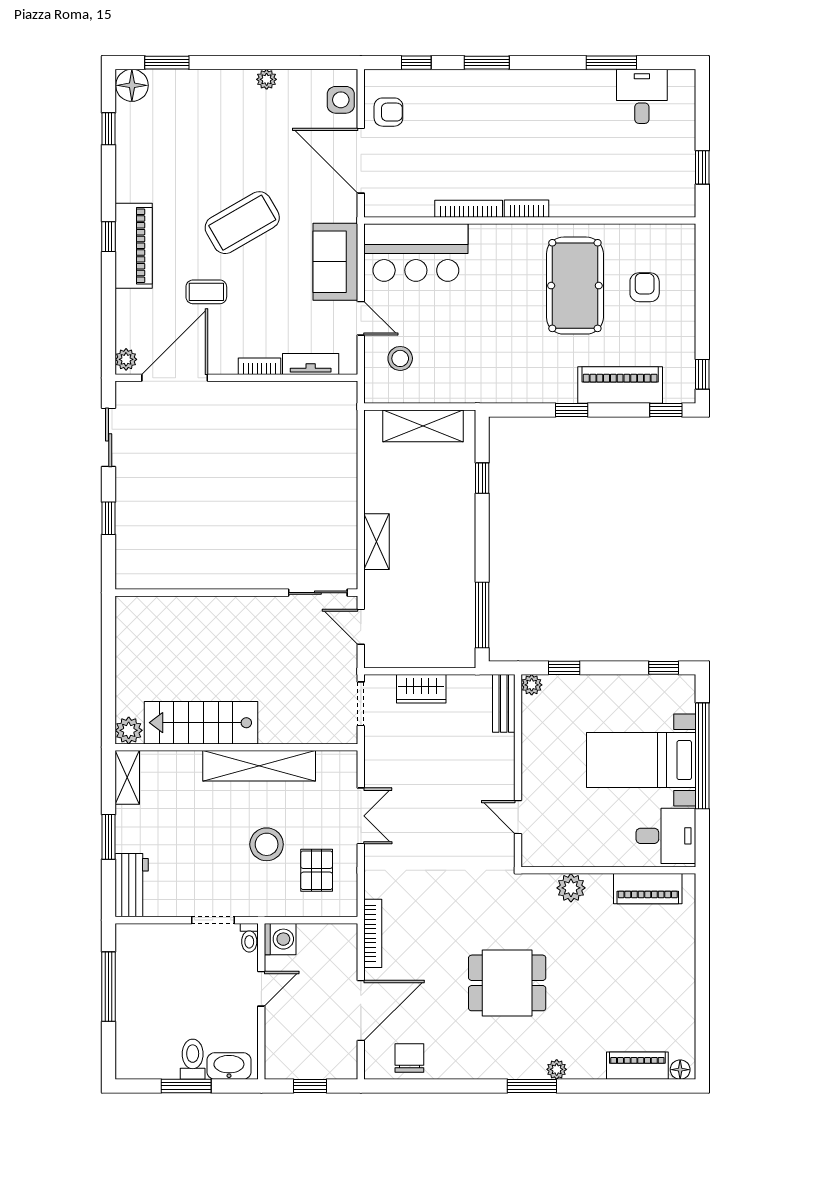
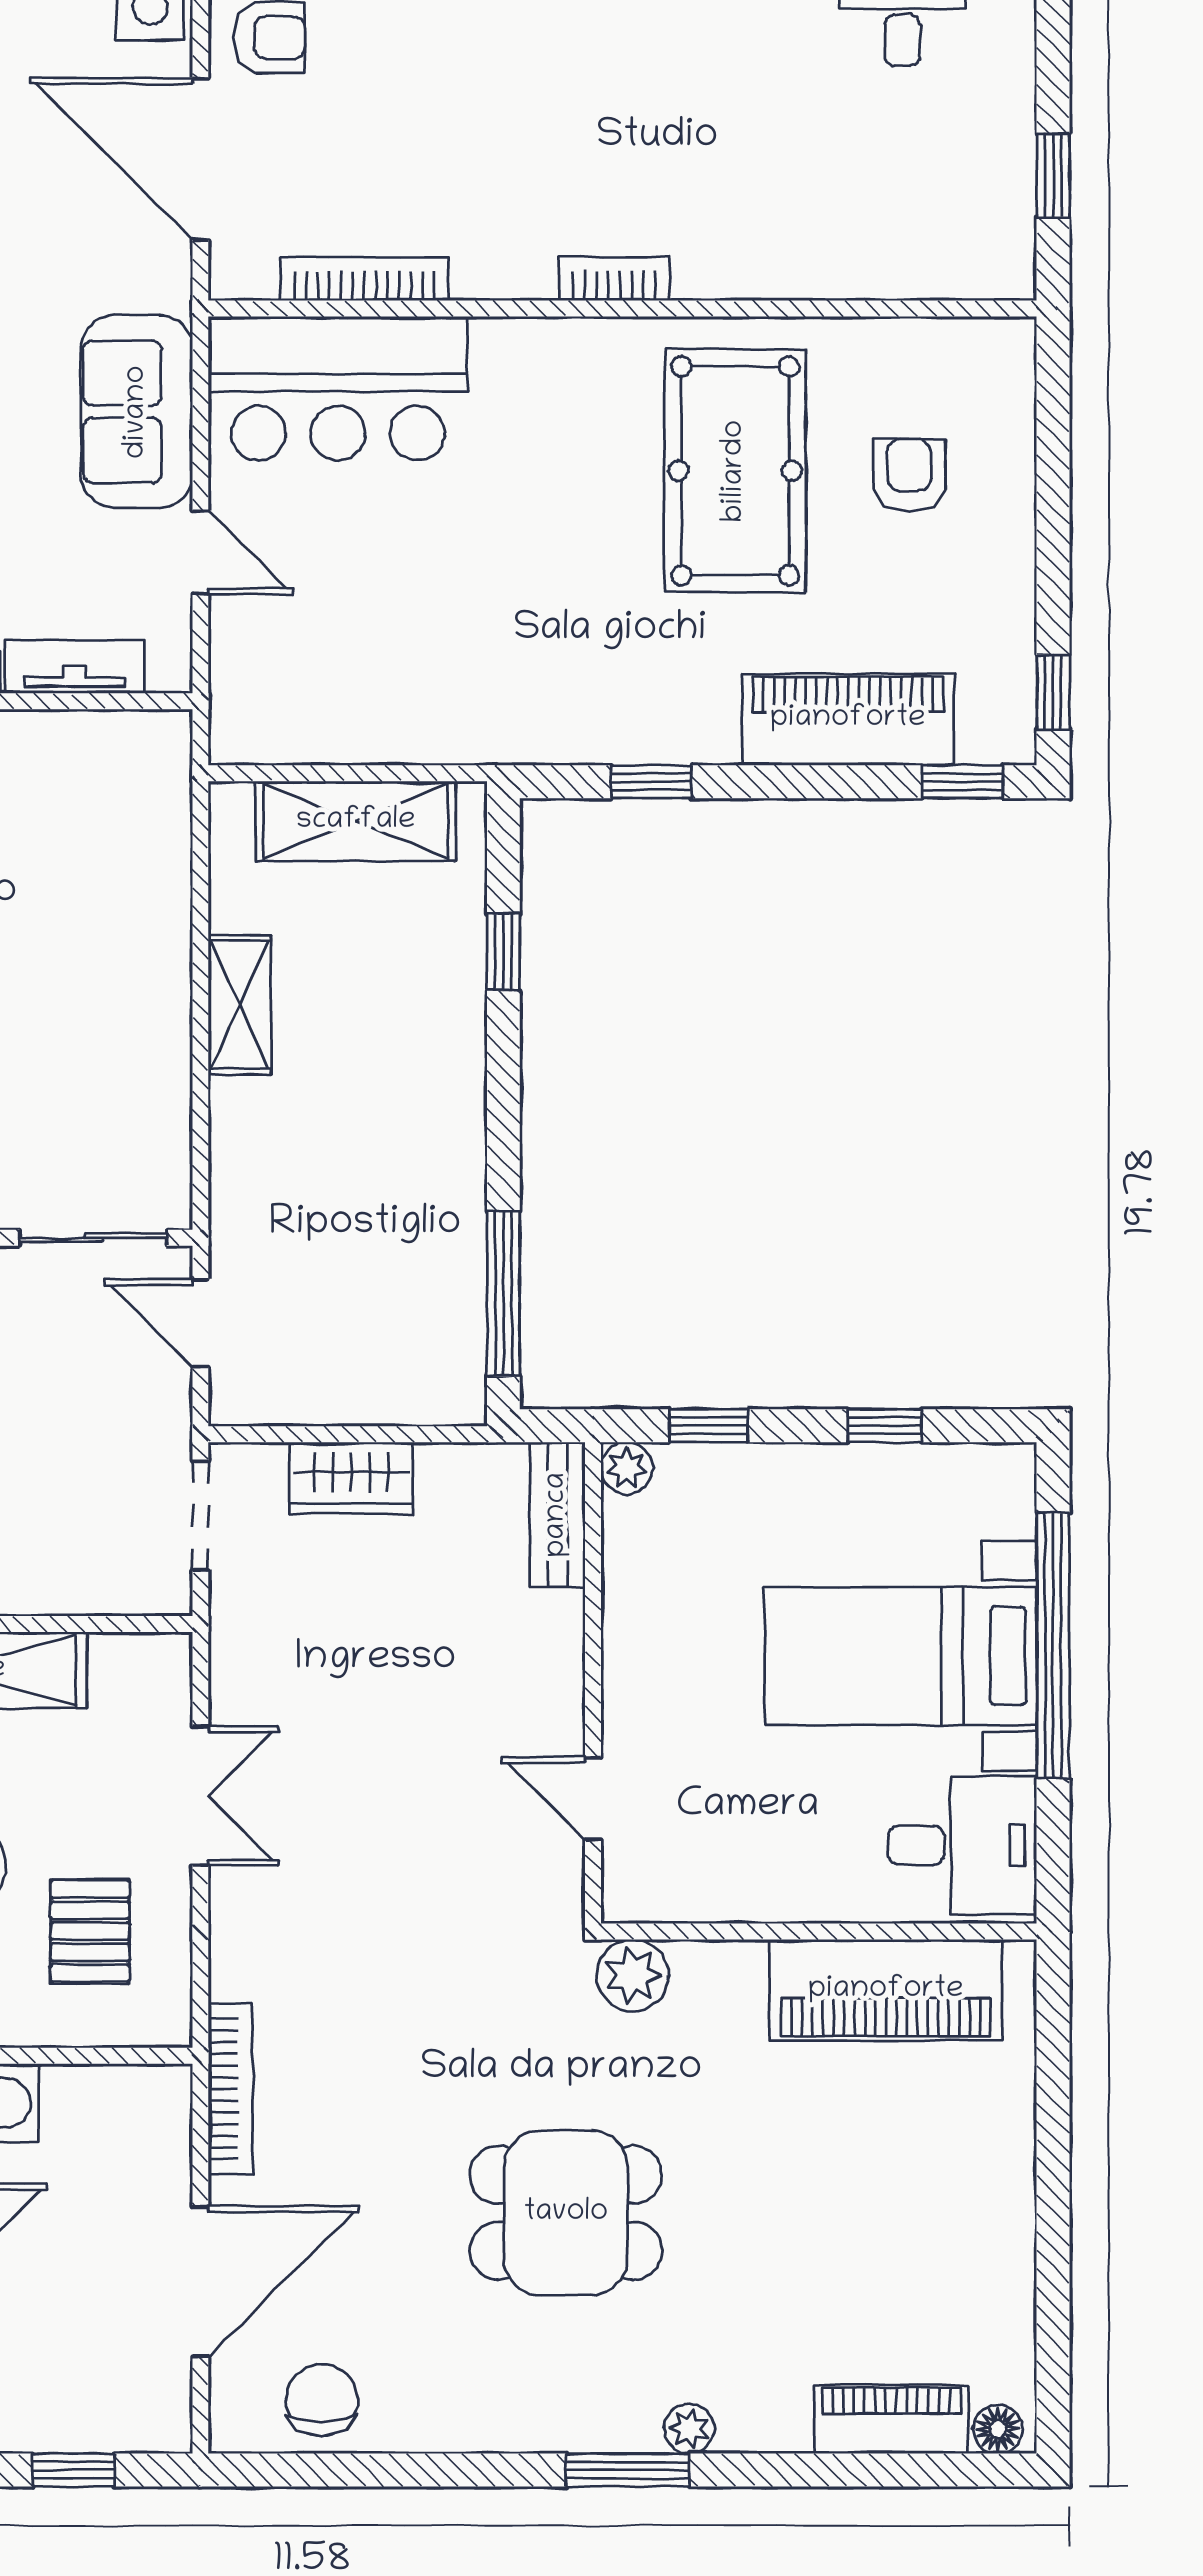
bookcase: (469, 209) -> (364, 279), moved
stool: (400, 358) -> (299, 653), removed
window: (572, 410) -> (651, 782), moved
shelving: (377, 542) -> (240, 1005), moved
window: (664, 668) -> (885, 1426), moved
plant: (571, 888) -> (633, 1975), moved
piano: (648, 889) -> (886, 1990), width x1.37, depth x1.33

